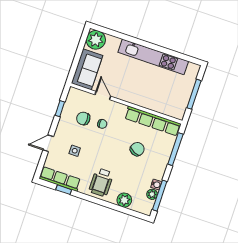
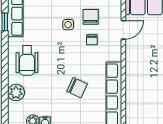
side table: (75, 151) -> (68, 25), moved
wheelchair: (101, 182) -> (27, 60), turned -90

